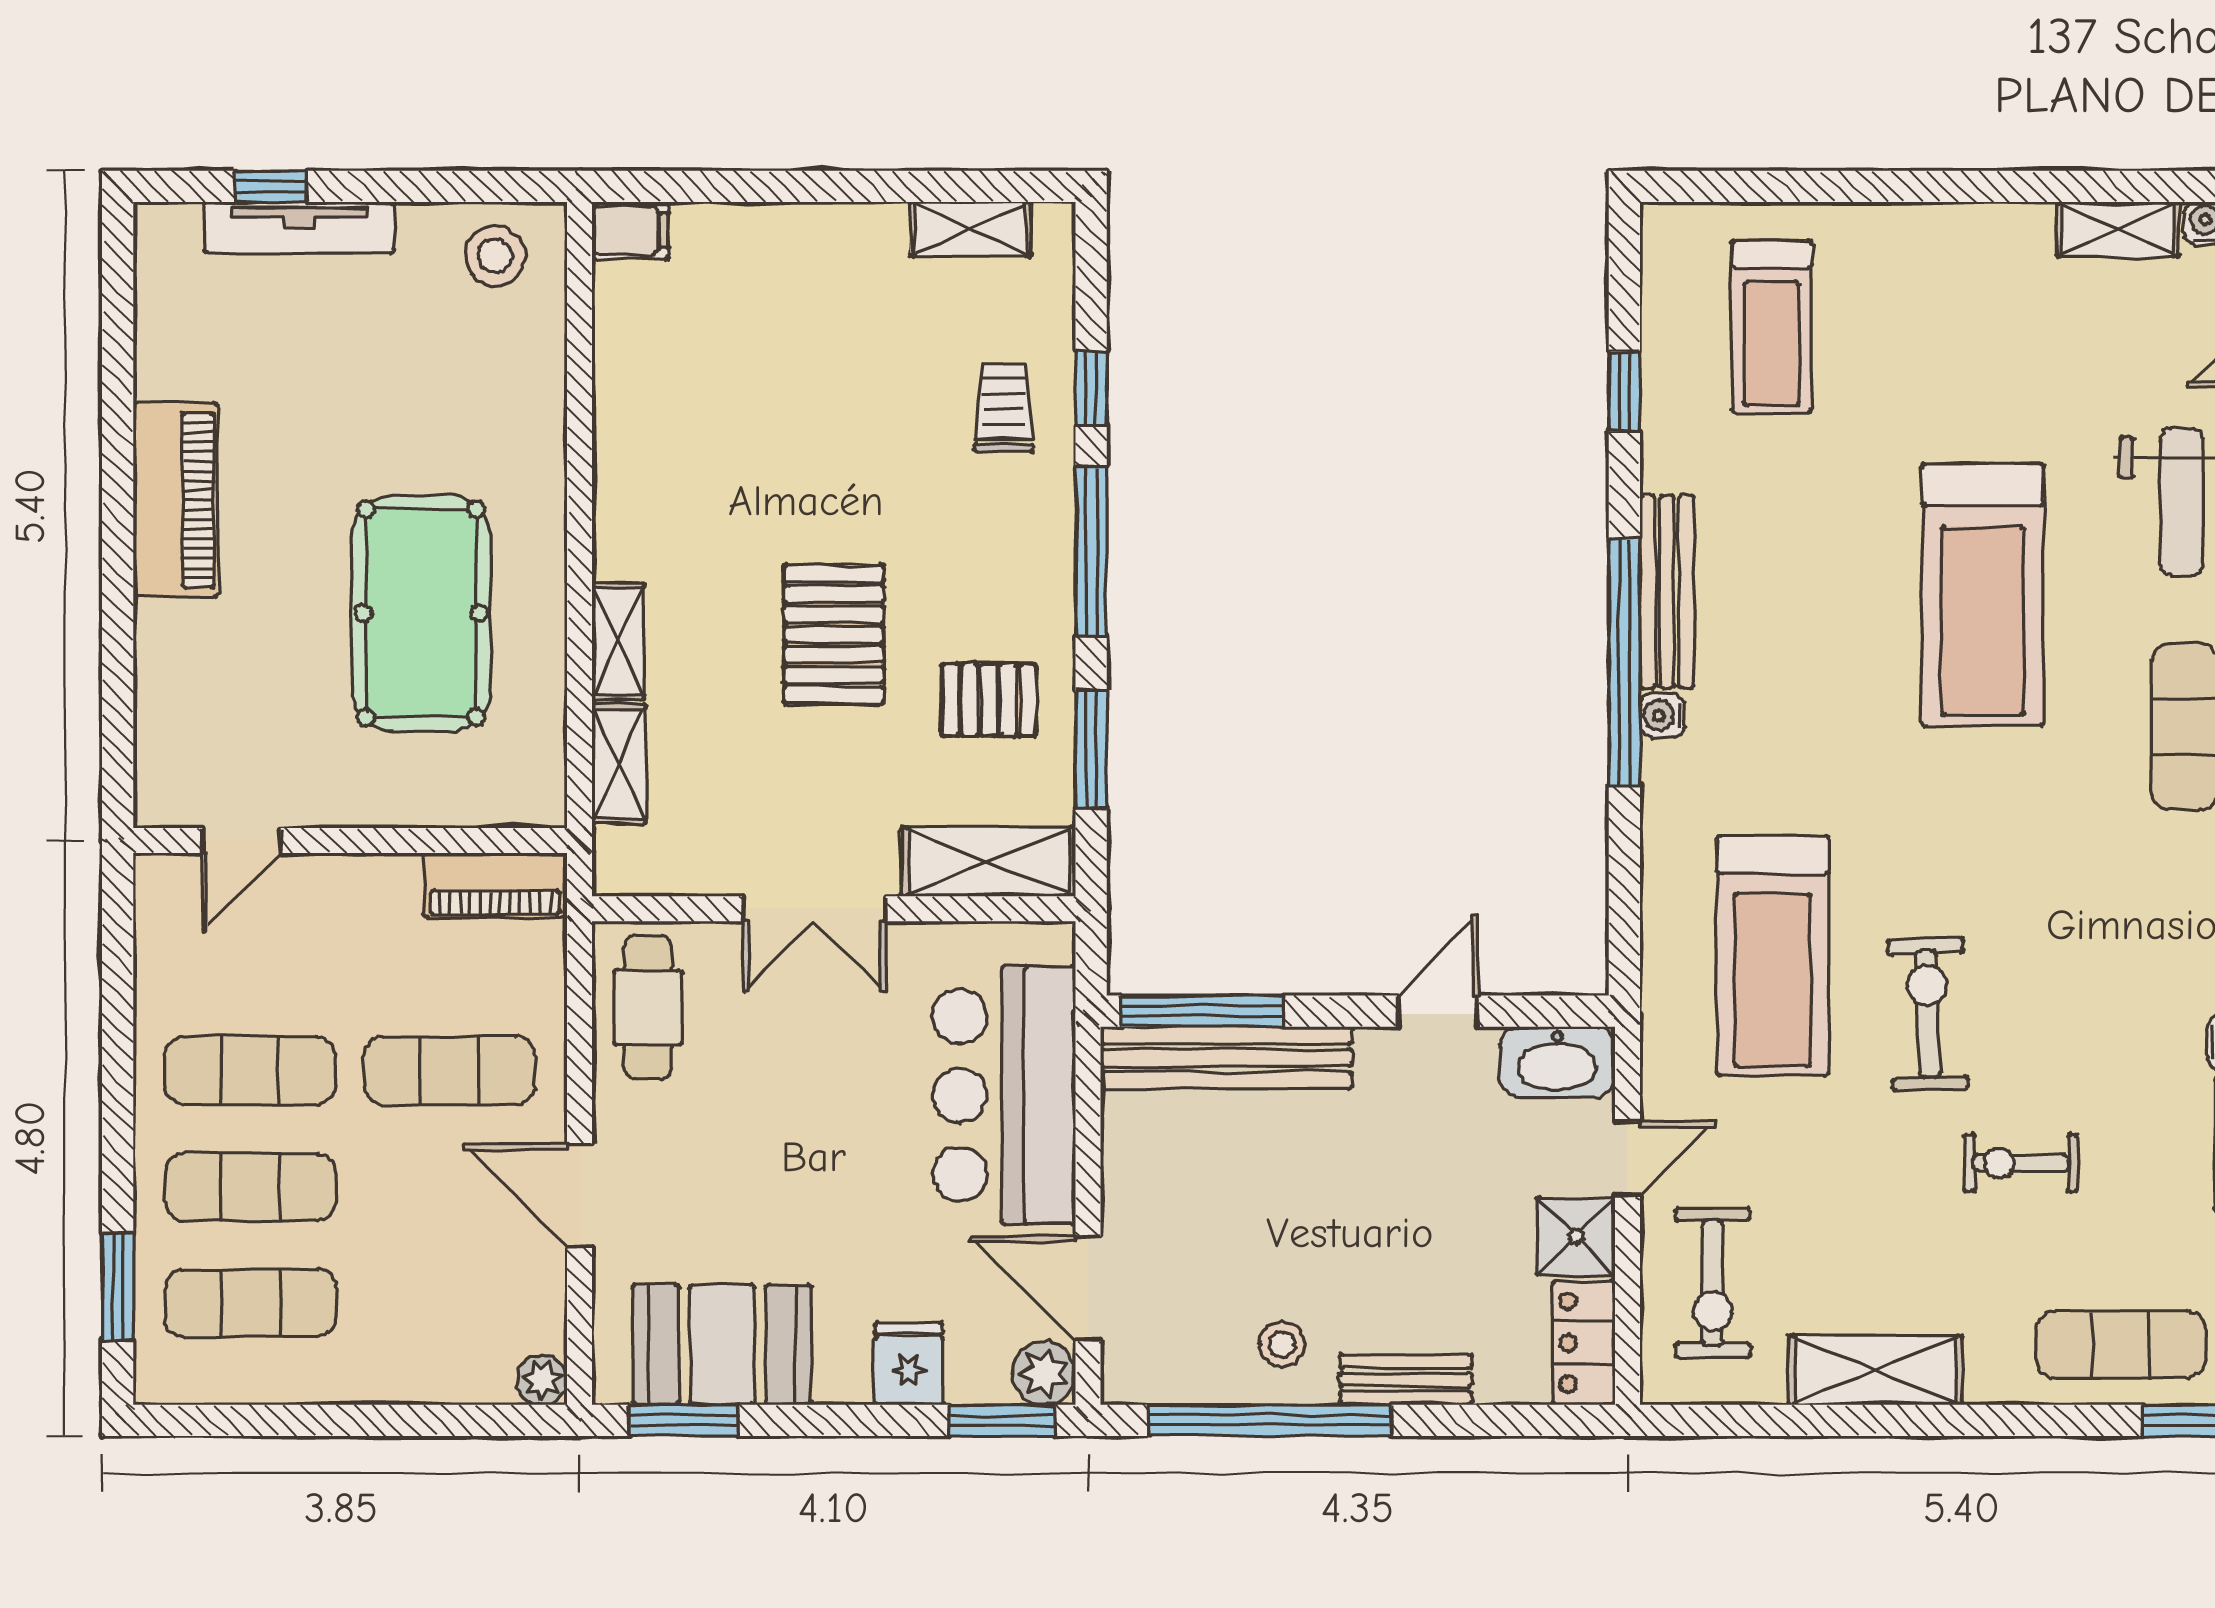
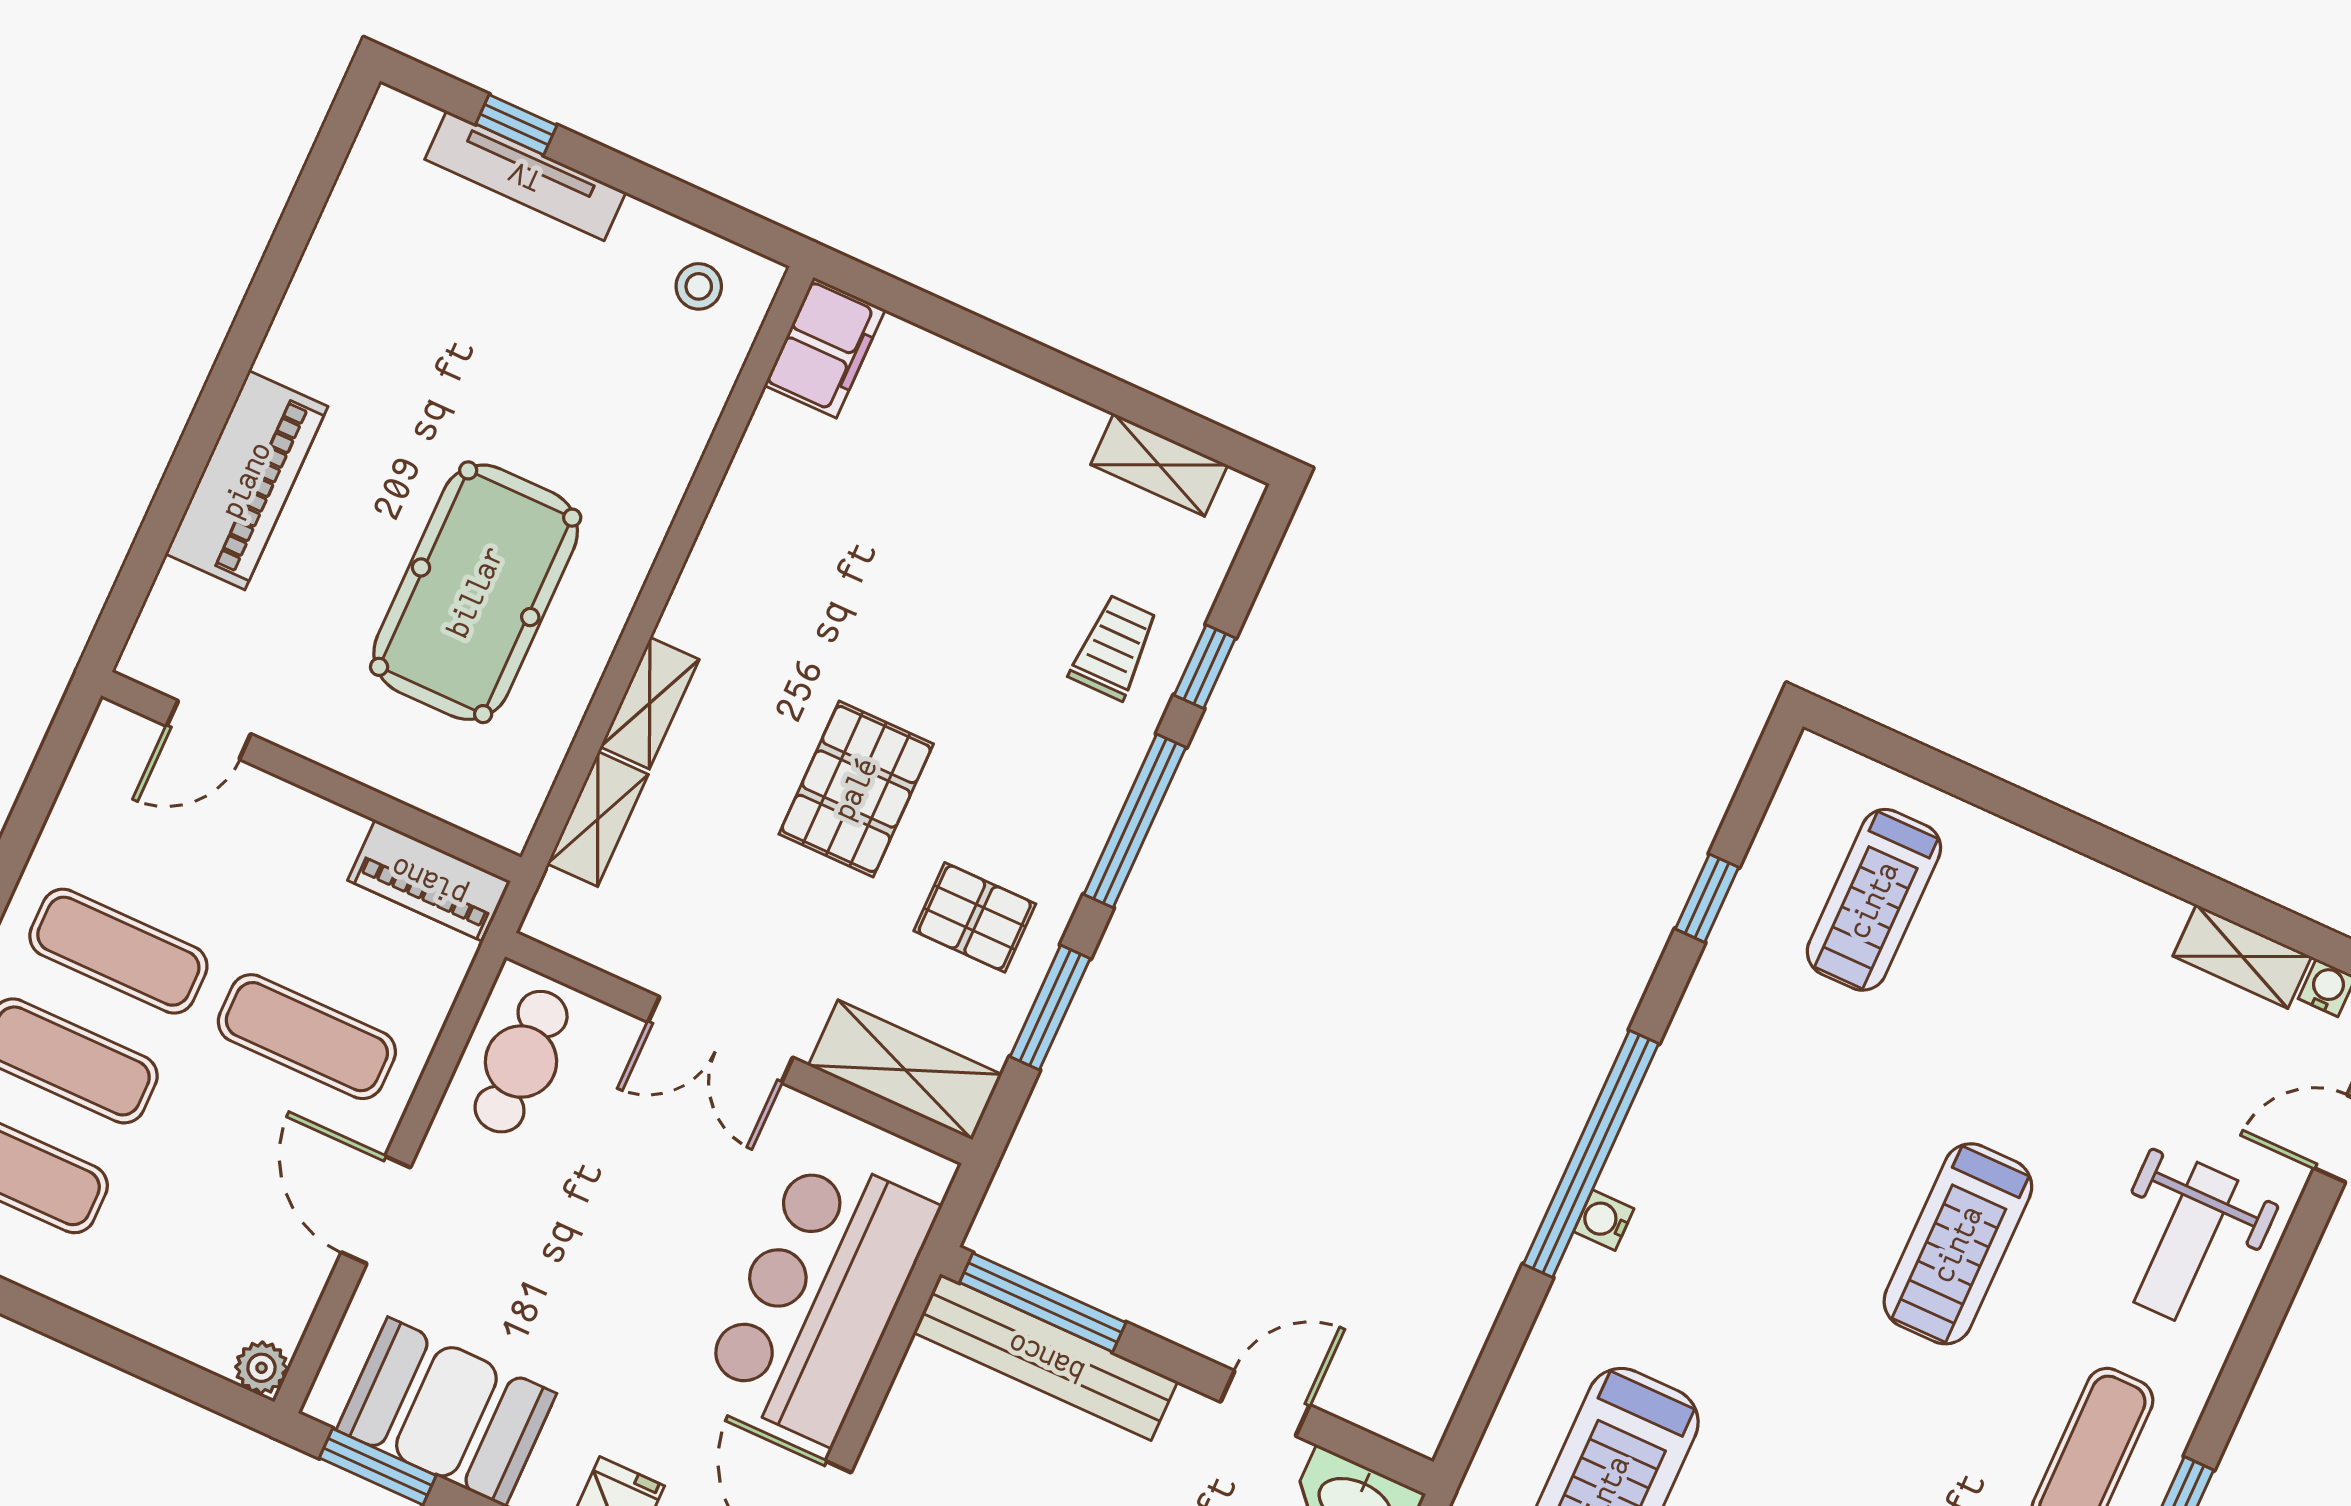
filing cabinet: (630, 231) -> (825, 348), width x2.00
stool: (495, 256) -> (699, 286), width x0.73, depth x0.73
piano: (175, 500) -> (247, 480), moved
bench: (1667, 592) -> (1661, 1105), removed
treadmill: (1983, 595) -> (1958, 1244), width x0.73, depth x0.73

